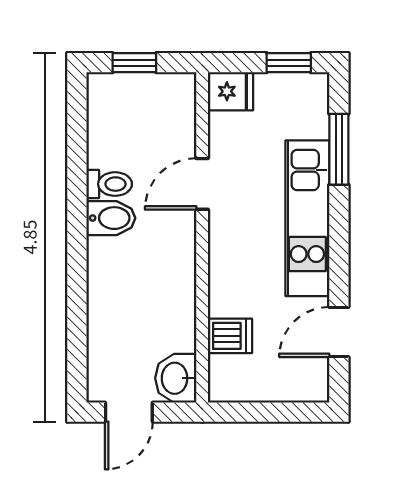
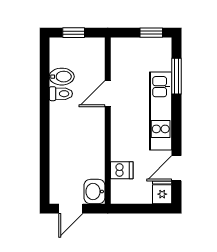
fridge: (231, 91) -> (162, 192), moved, turned -90
bidet: (111, 218) -> (62, 77), moved

